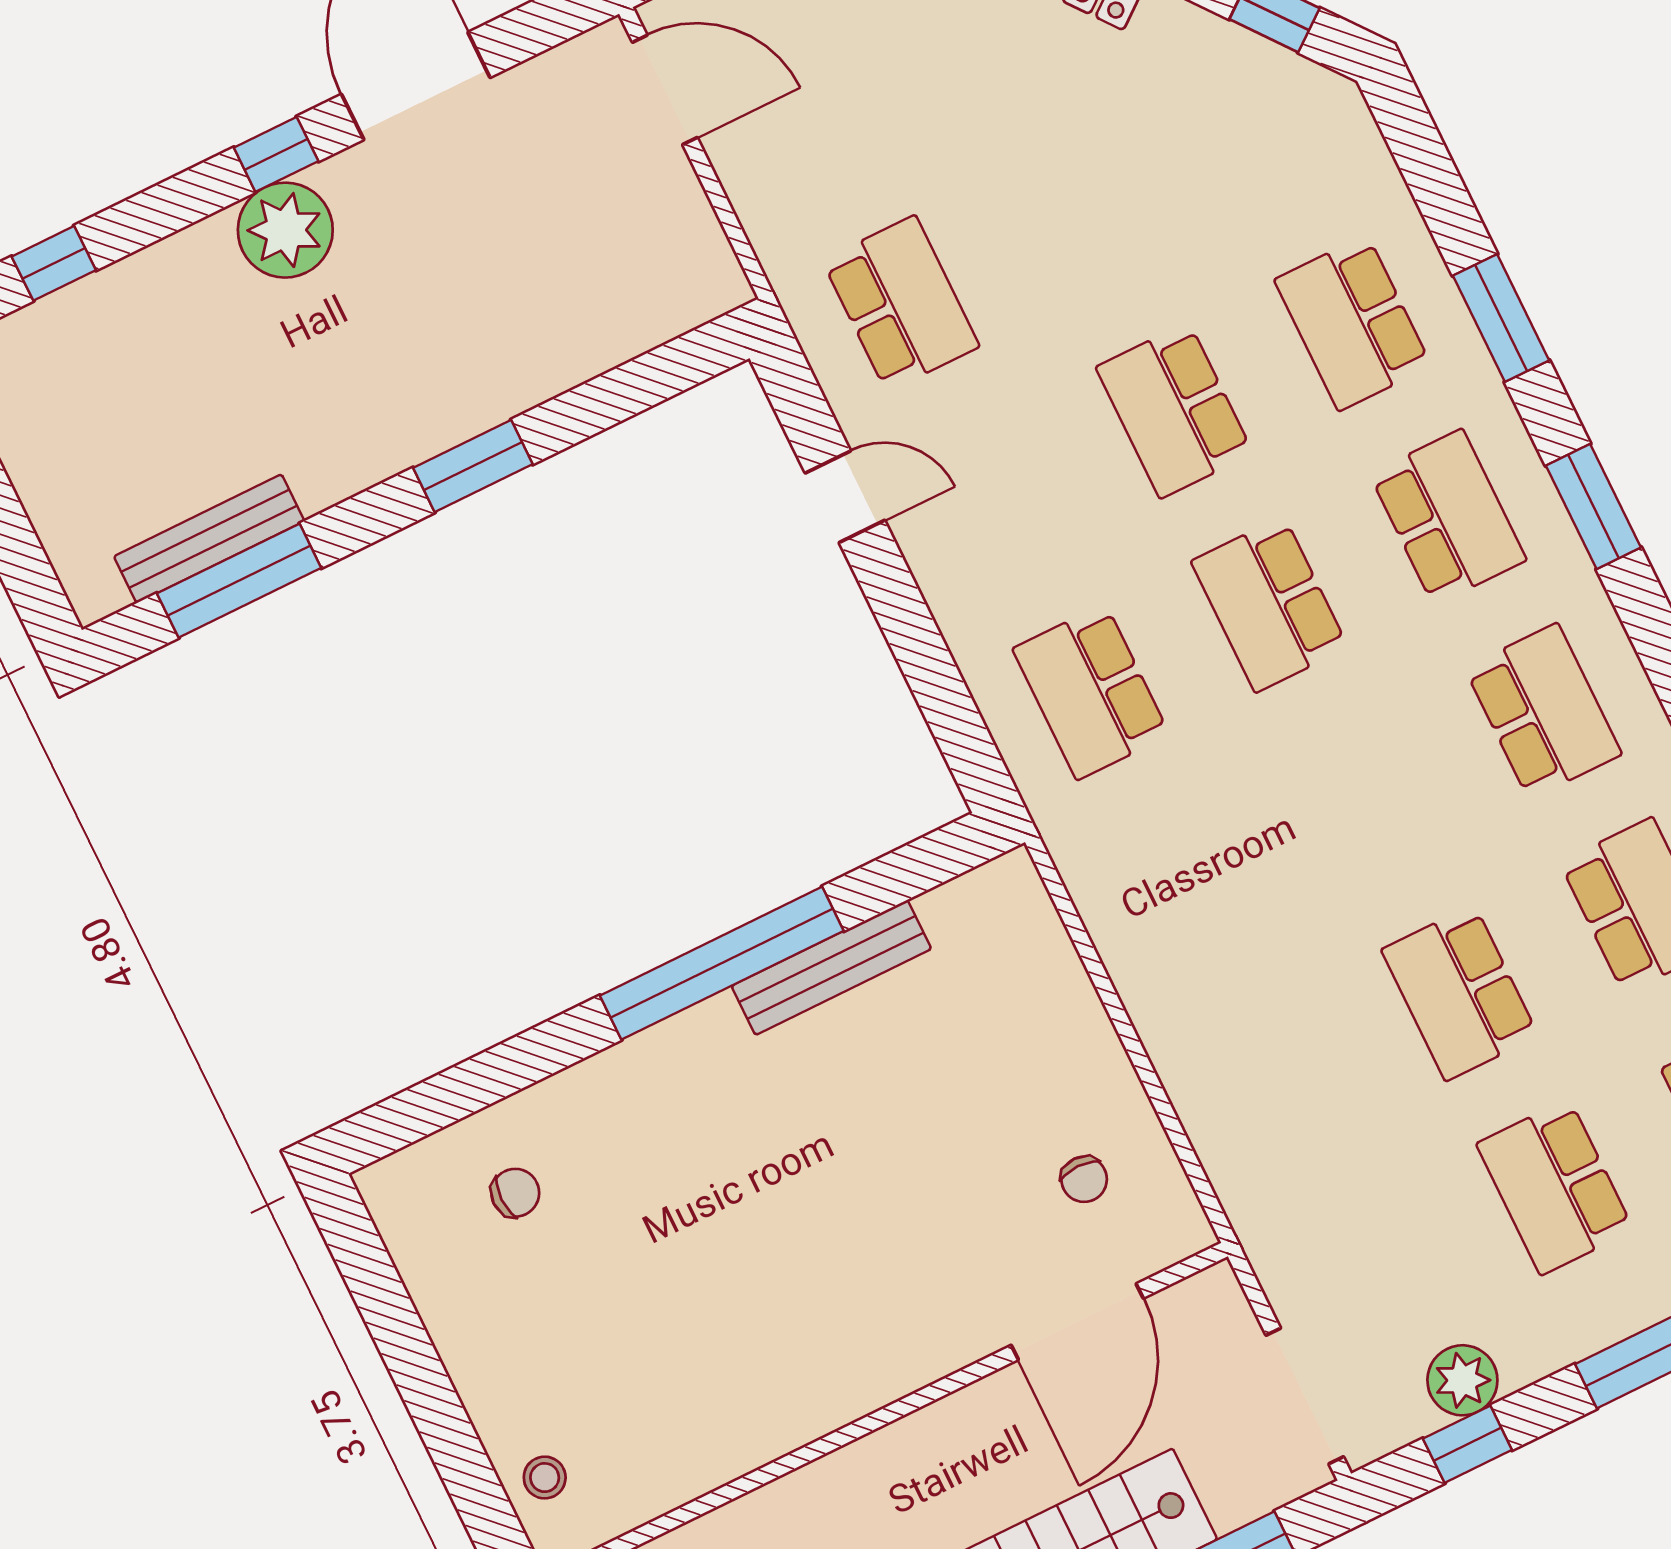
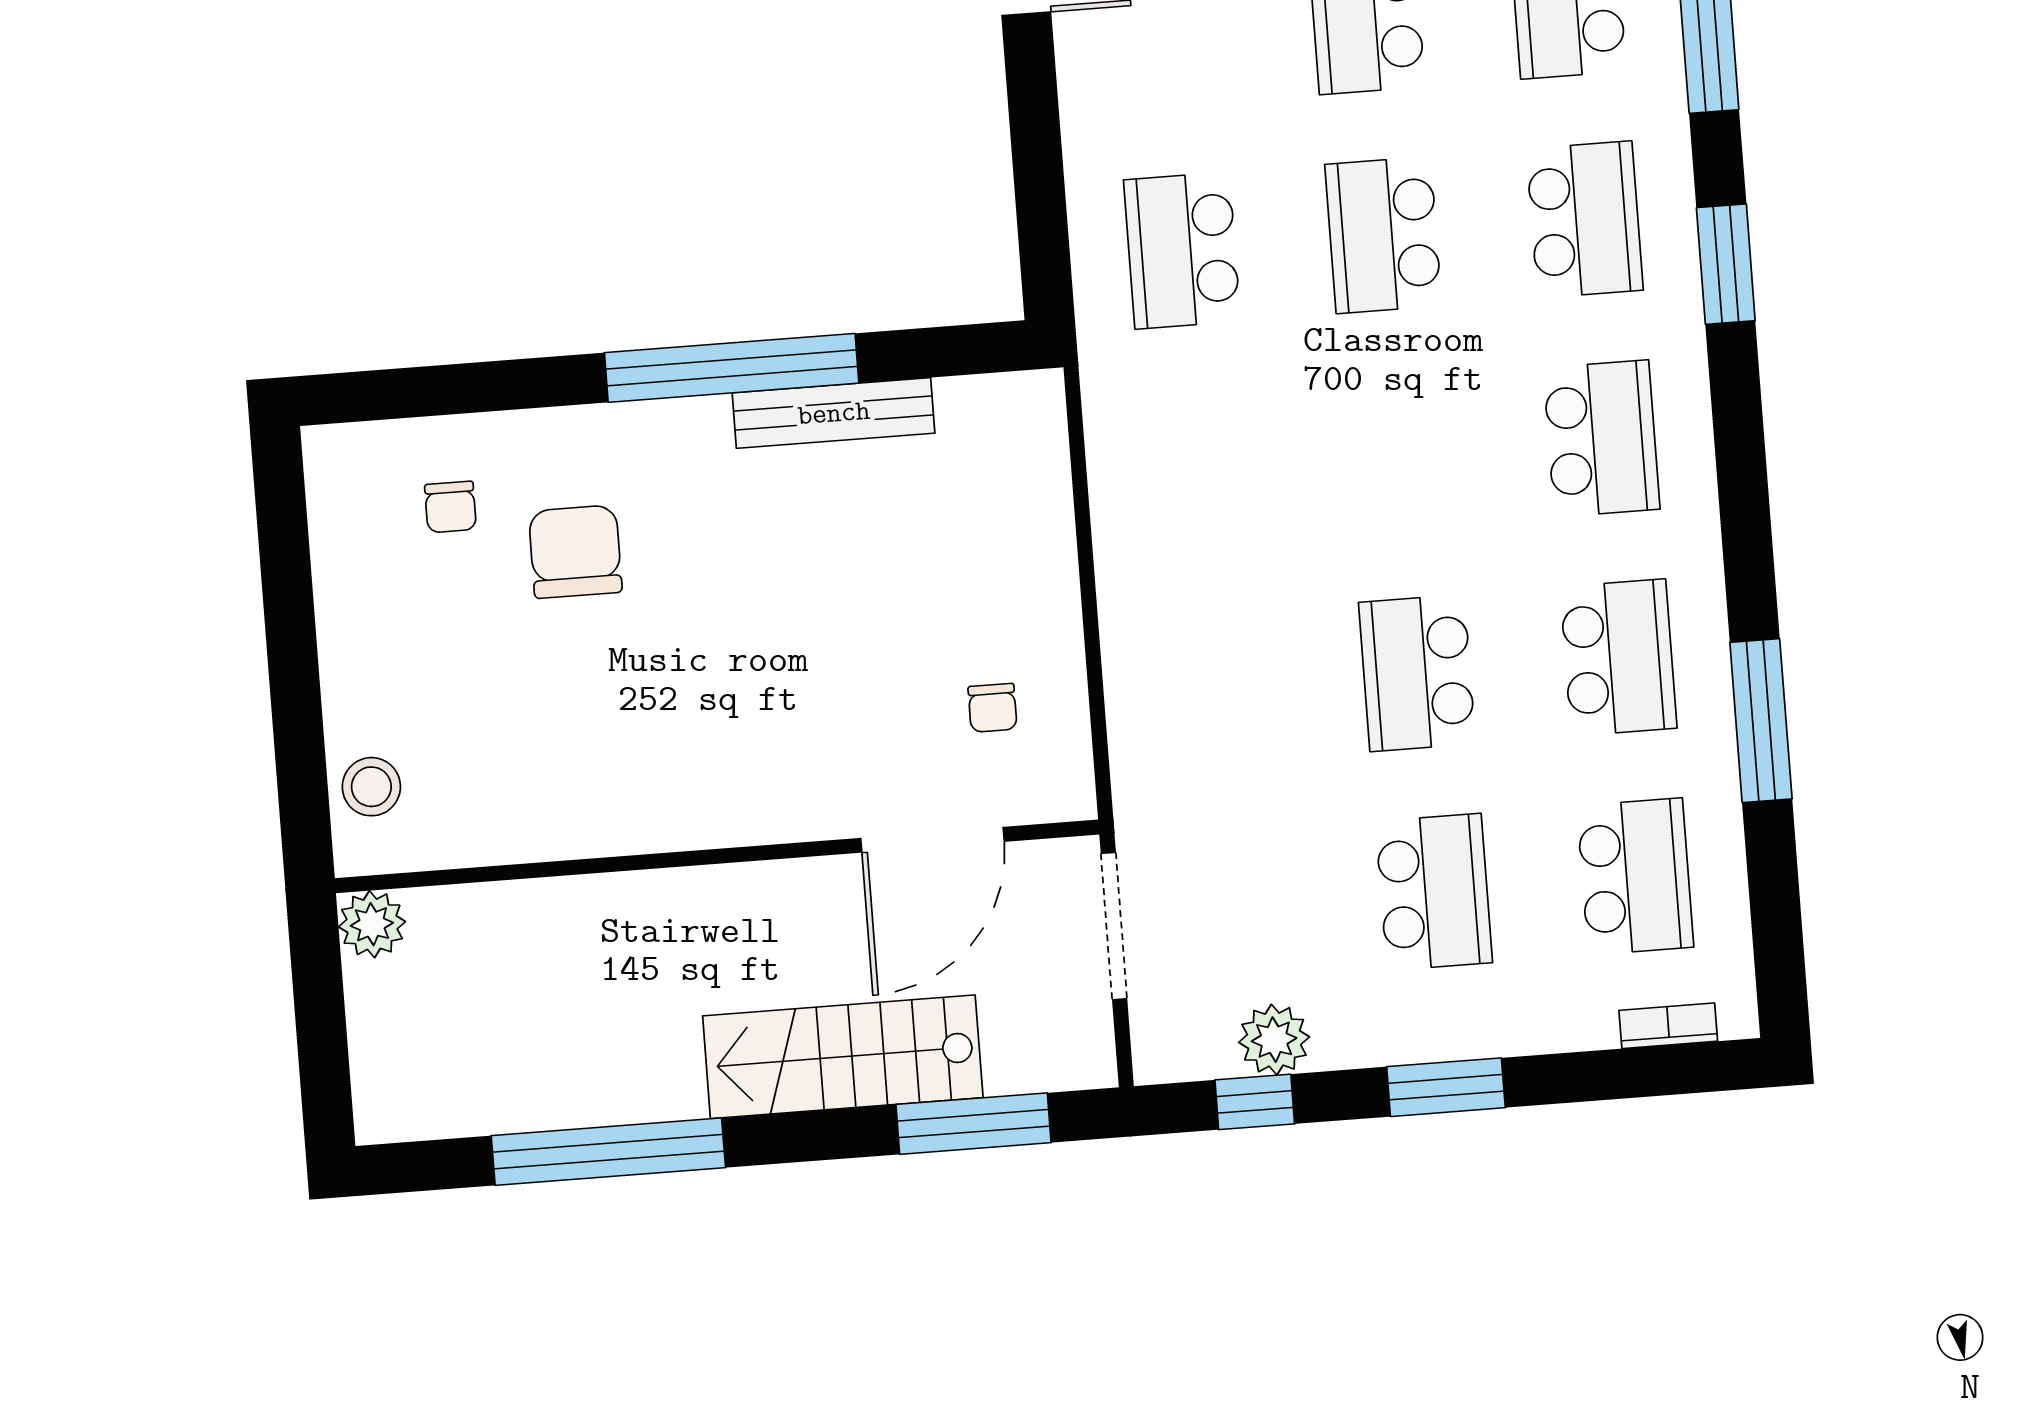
school desk: (1555, 1187) -> (1434, 892), turned 180
chair: (646, 1188) -> (575, 552), added
chair: (515, 1193) -> (450, 507), turned 90
doorway: (1305, 1396) -> (1114, 926), moved
stool: (545, 1478) -> (371, 787), width x1.37, depth x1.37

